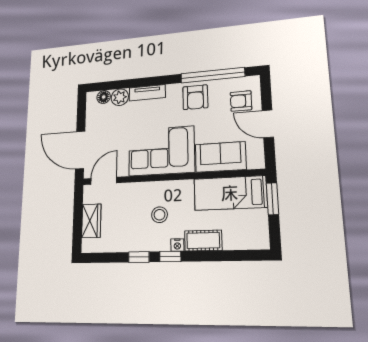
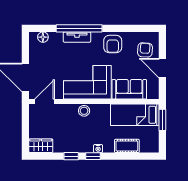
window: (213, 75) -> (79, 28), moved
plant: (120, 97) -> (56, 39), removed
armchair: (241, 101) -> (145, 50), turned 94
stool: (160, 215) -> (84, 111), moved
wardrobe: (91, 221) -> (41, 146), moved, turned -90
cot: (203, 240) -> (127, 146), moved

